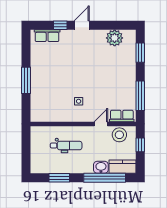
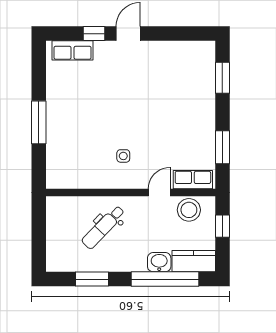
plant: (115, 38) -> (181, 54), removed
window: (140, 96) -> (222, 147), width x0.69
dental chair: (66, 146) -> (103, 227), turned 134

